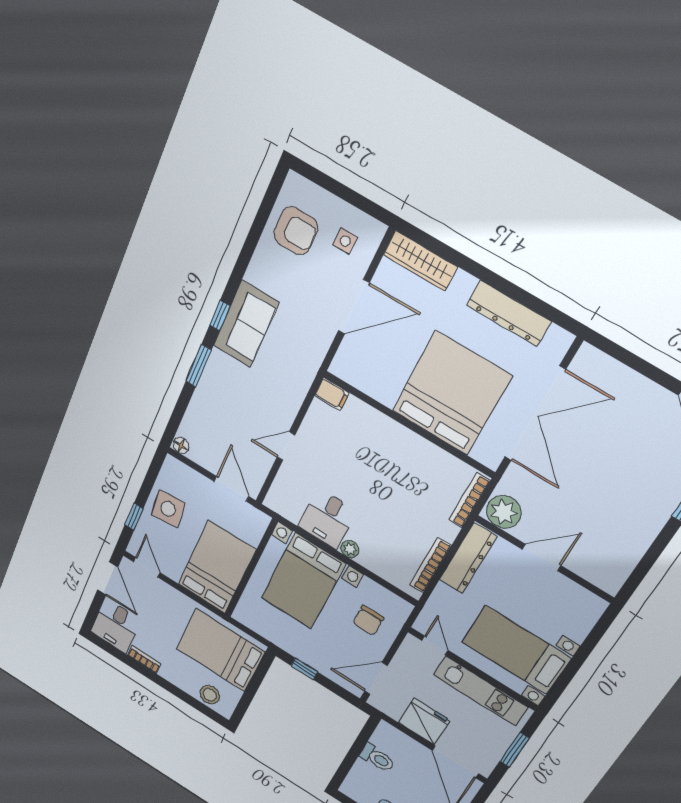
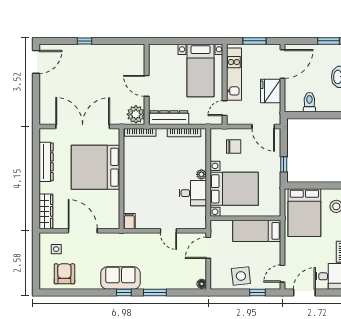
bed: (217, 567) -> (257, 231), width x0.67

